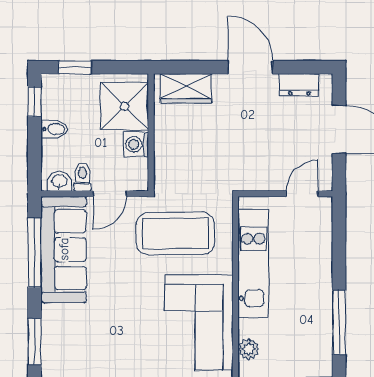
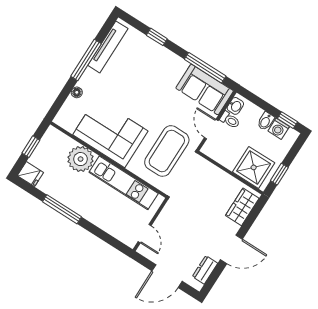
window: (75, 67) -> (279, 174), moved
washing machine: (136, 144) -> (279, 129), moved, turned 180
sofa: (64, 249) -> (205, 89), width x0.73
window: (35, 342) -> (157, 37), width x0.67
plant: (249, 349) -> (81, 159), width x1.88, depth x1.88

